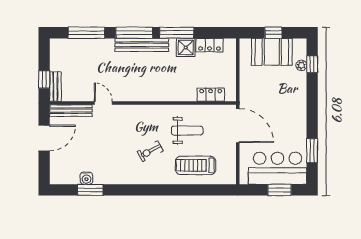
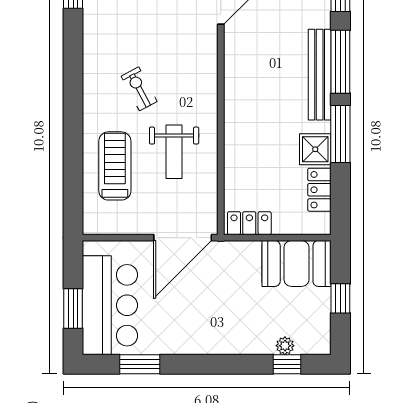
booth: (272, 52) -> (297, 263), moved, turned 90
locker: (211, 95) -> (249, 223), moved, turned -90

